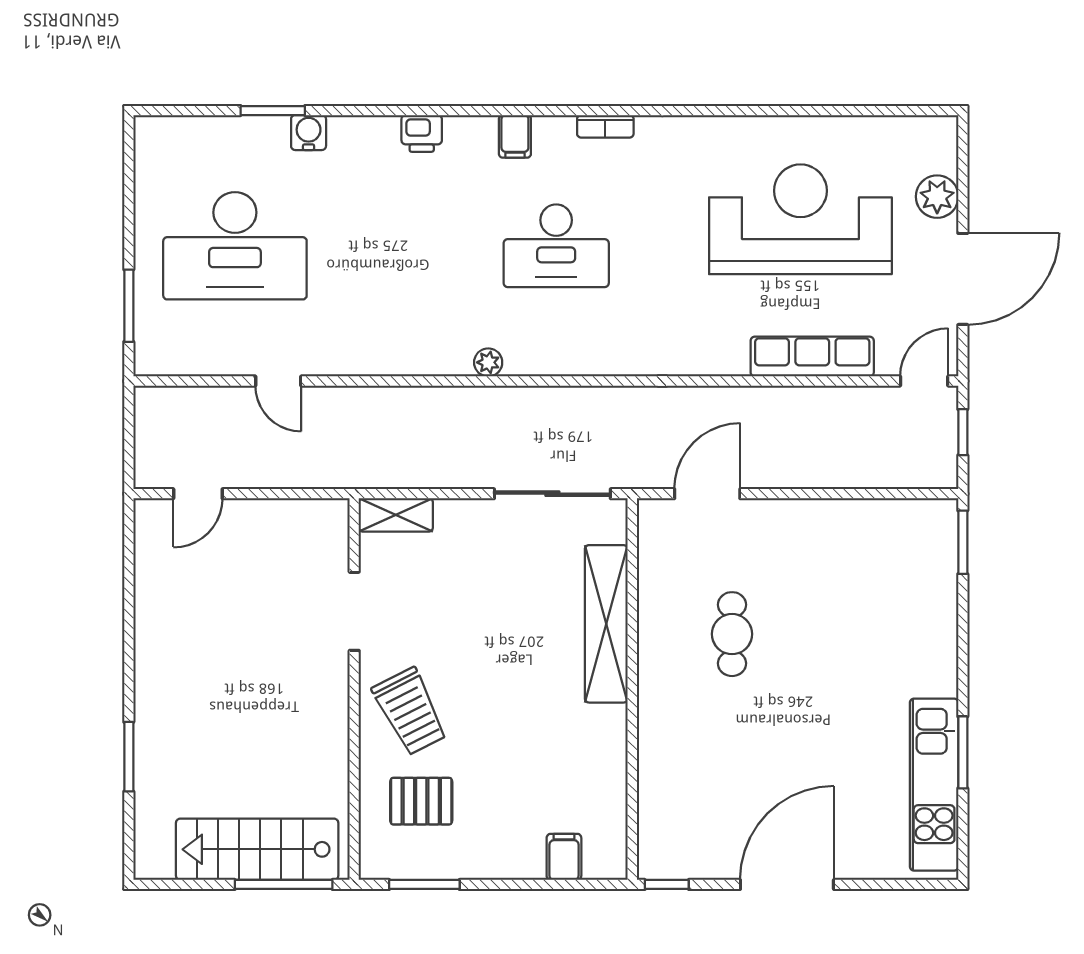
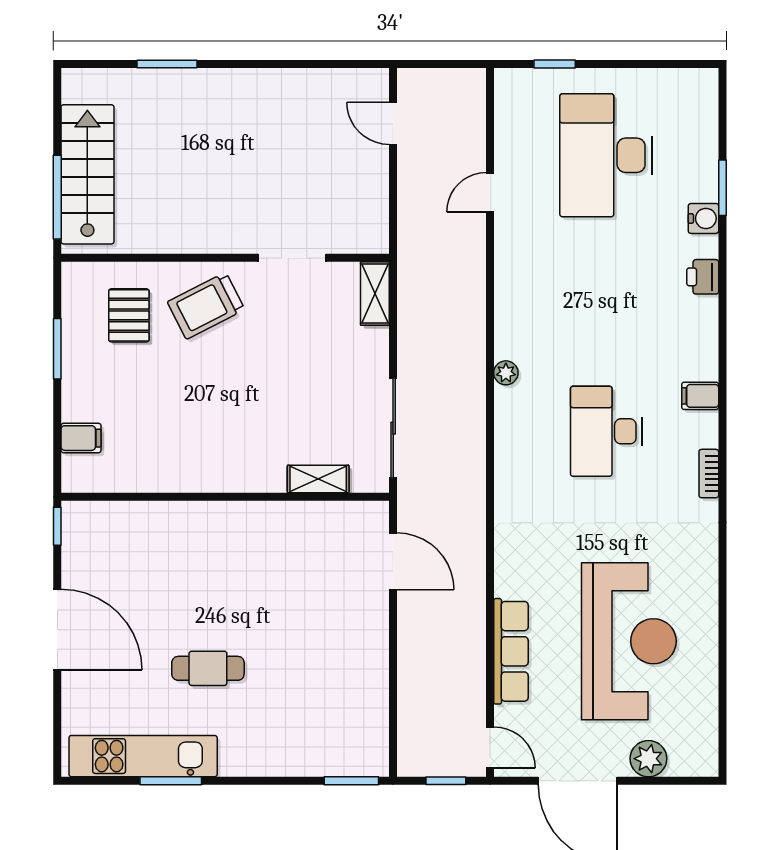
printer: (422, 133) -> (703, 277), moved
window: (129, 306) -> (555, 64), width x0.67
shelving: (606, 624) -> (318, 479), width x0.45, depth x0.75
cafe table: (732, 634) -> (208, 668), moved
window: (424, 884) -> (57, 349), moved

